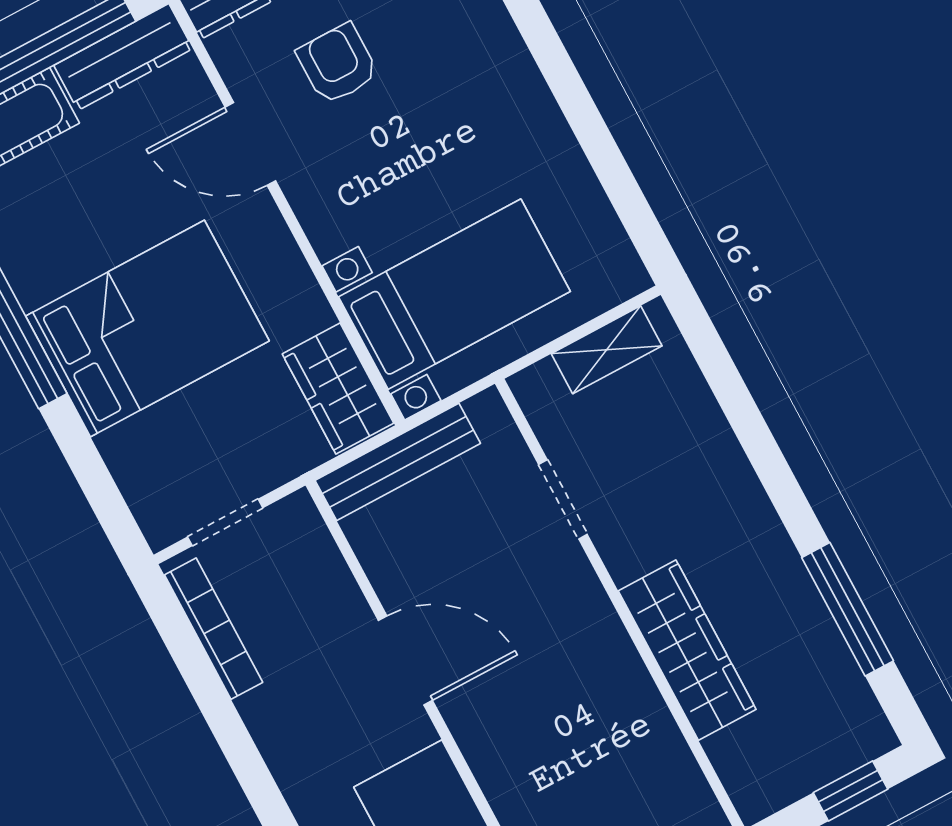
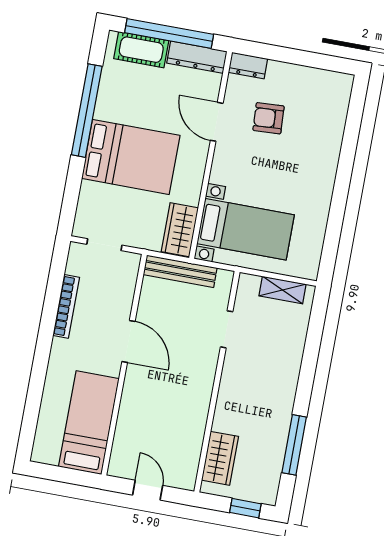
armchair: (338, 64) -> (269, 118), turned -93
bookcase: (214, 629) -> (66, 306), moved
wardrobe: (687, 650) -> (220, 458), moved, width x0.67

